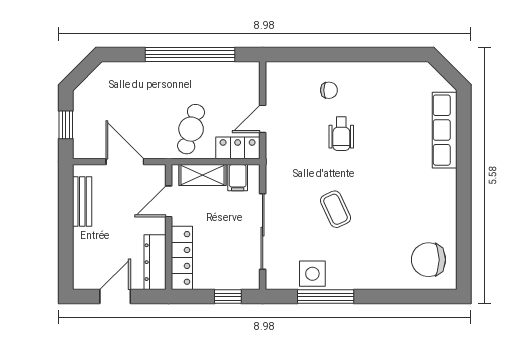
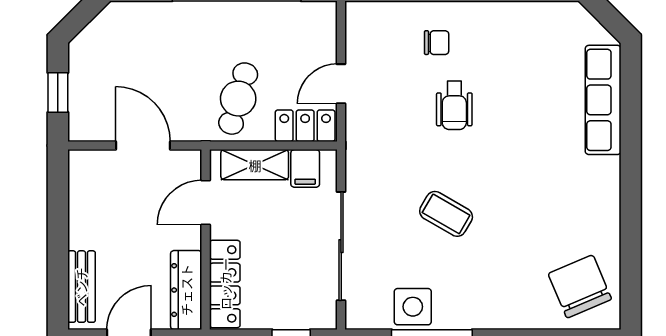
bench: (82, 201) -> (81, 287), moved
coffee table: (336, 209) -> (446, 214), turned -35
chair: (428, 260) -> (580, 286), turned 67

